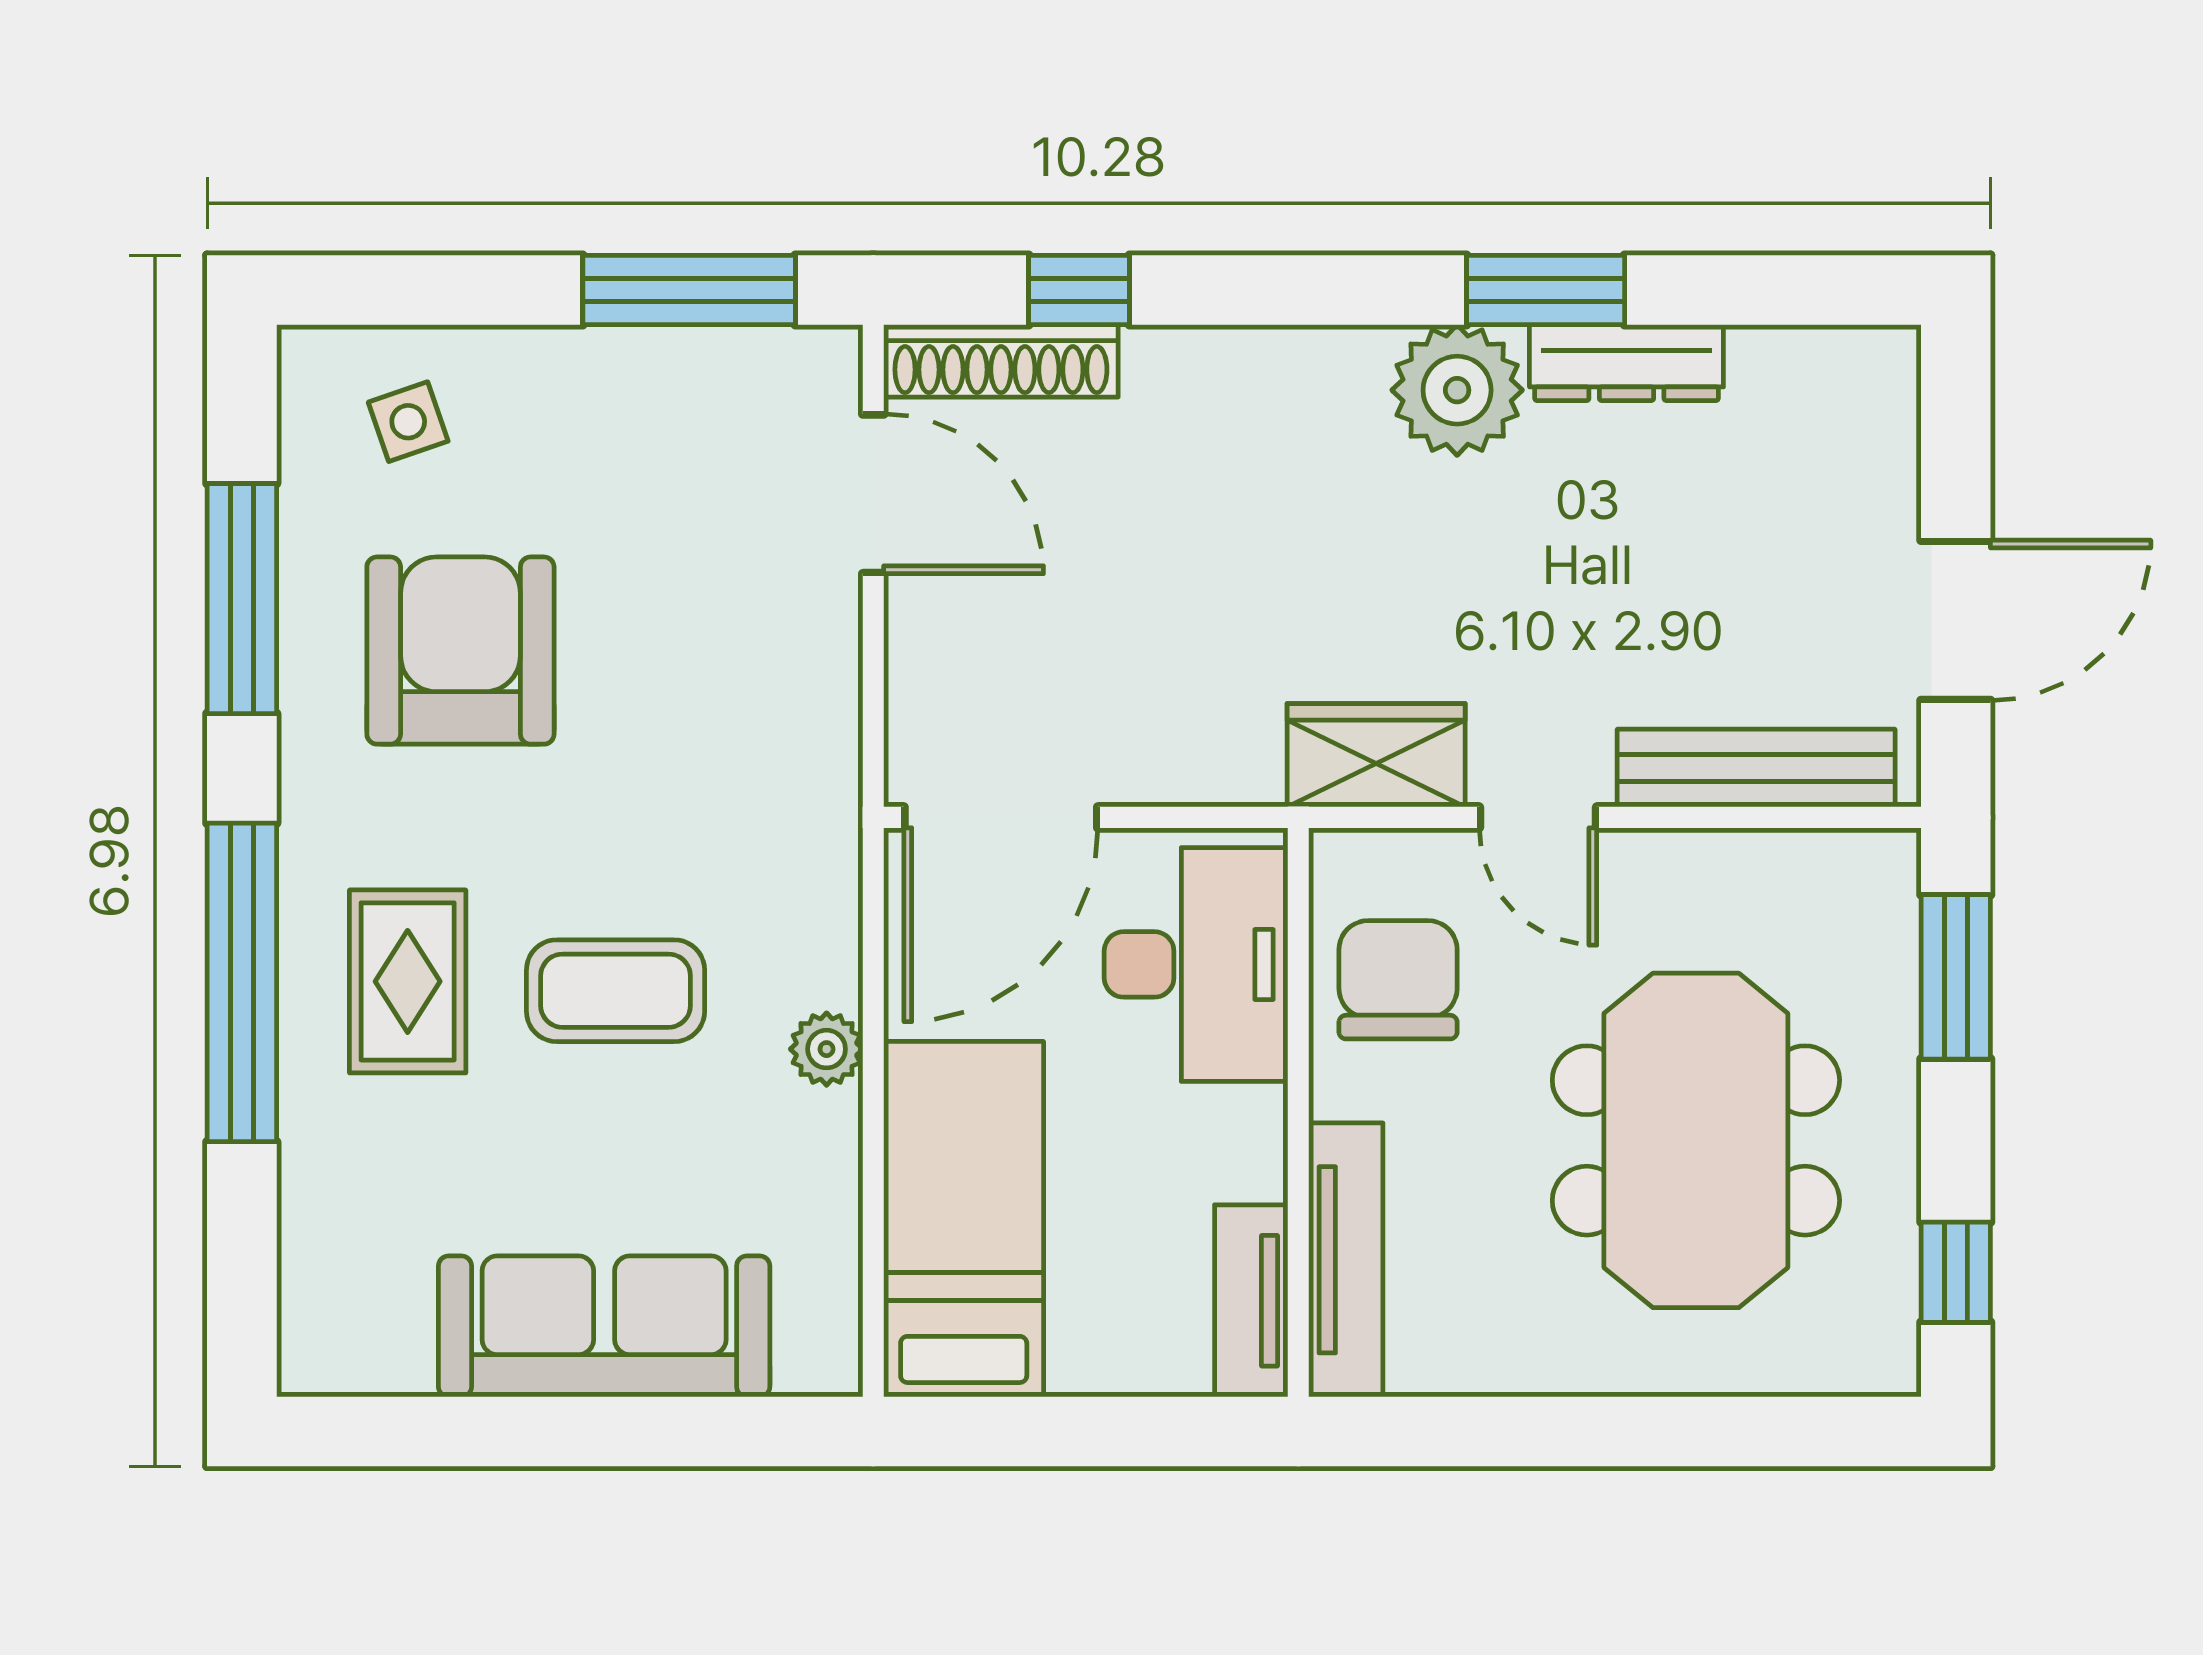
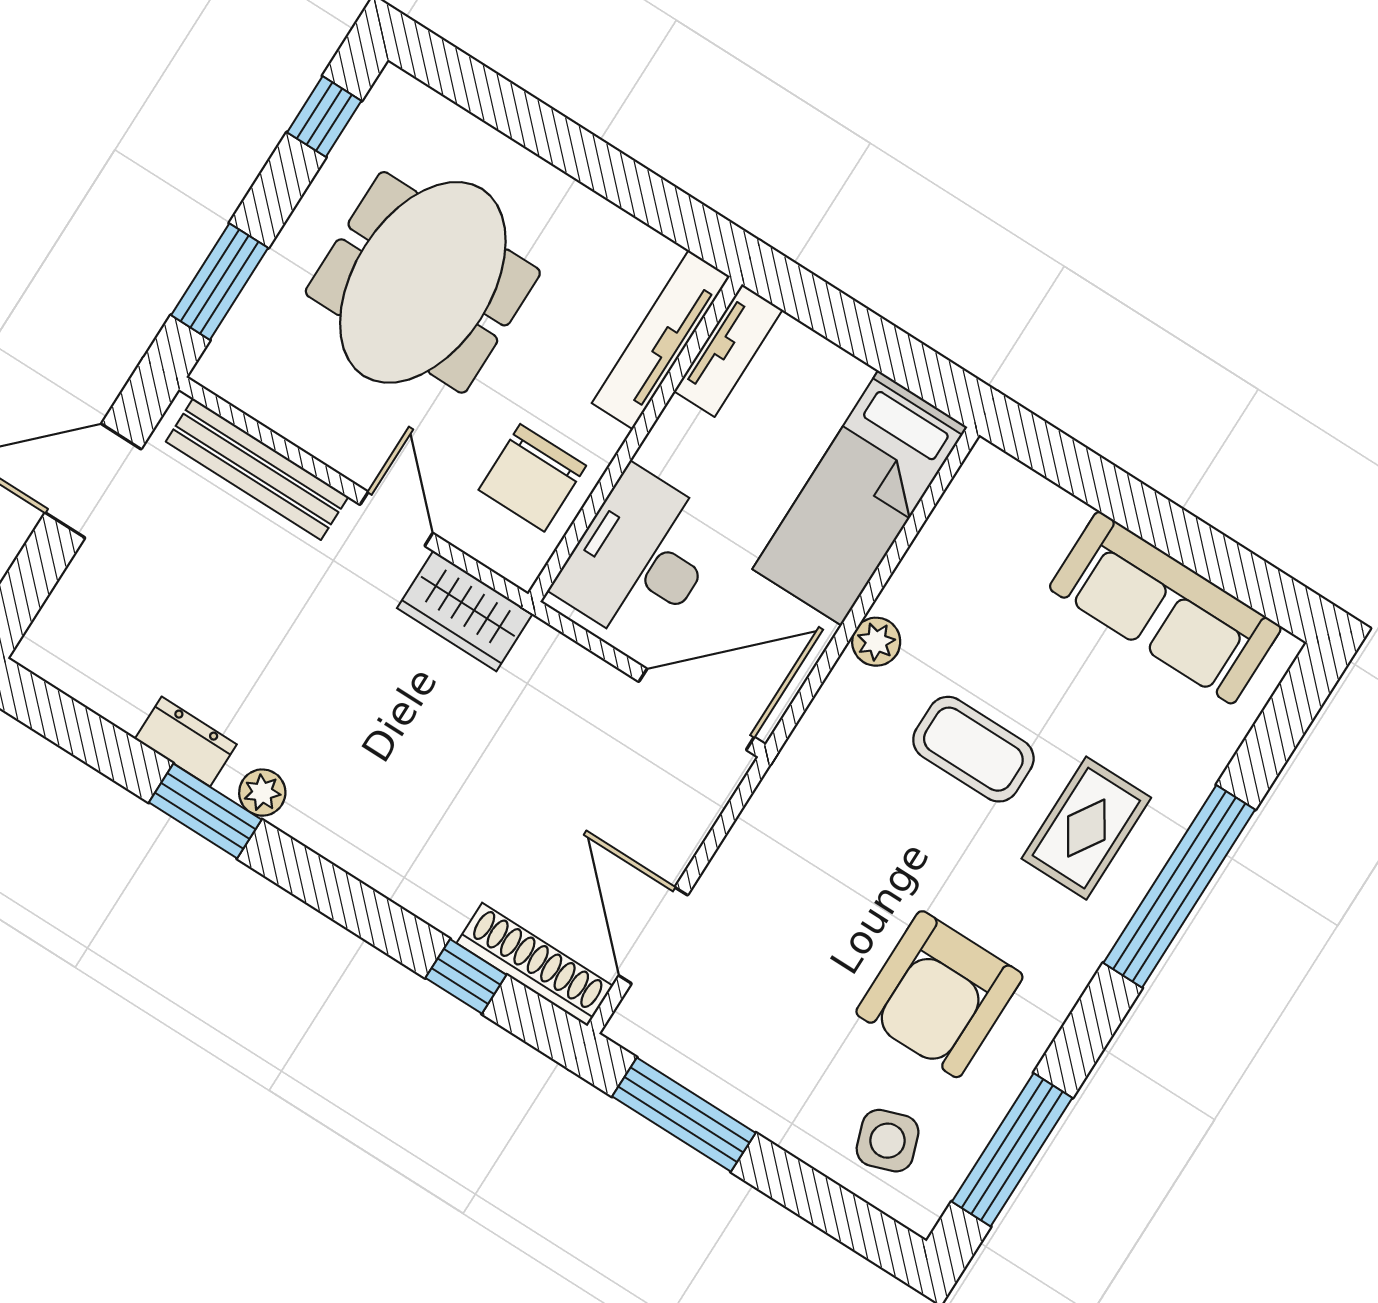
dresser: (1626, 363) -> (186, 742), width x0.70
plant: (1457, 390) -> (262, 793), width x0.53, depth x0.53
side table: (408, 422) -> (888, 1141), width x1.37, depth x1.37
window: (242, 599) -> (1012, 1150), moved
sofa: (604, 1326) -> (1165, 608), moved

